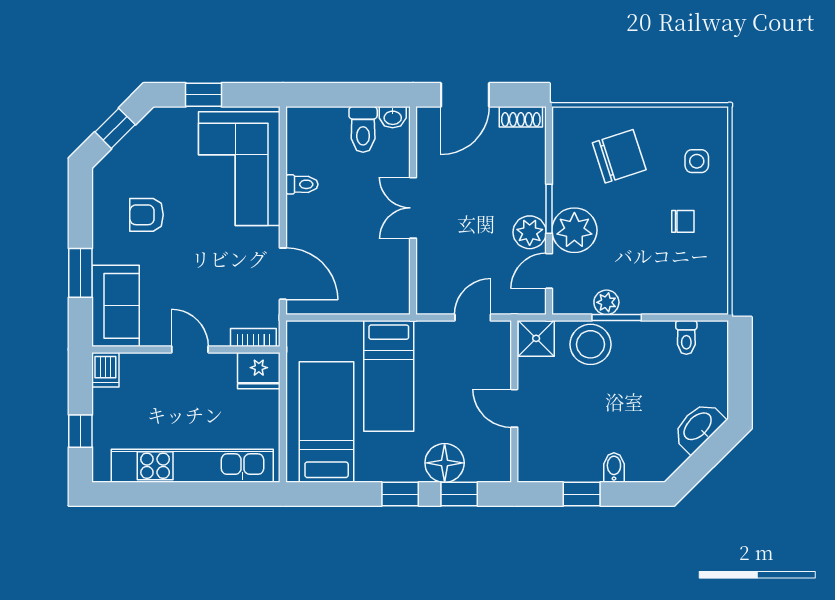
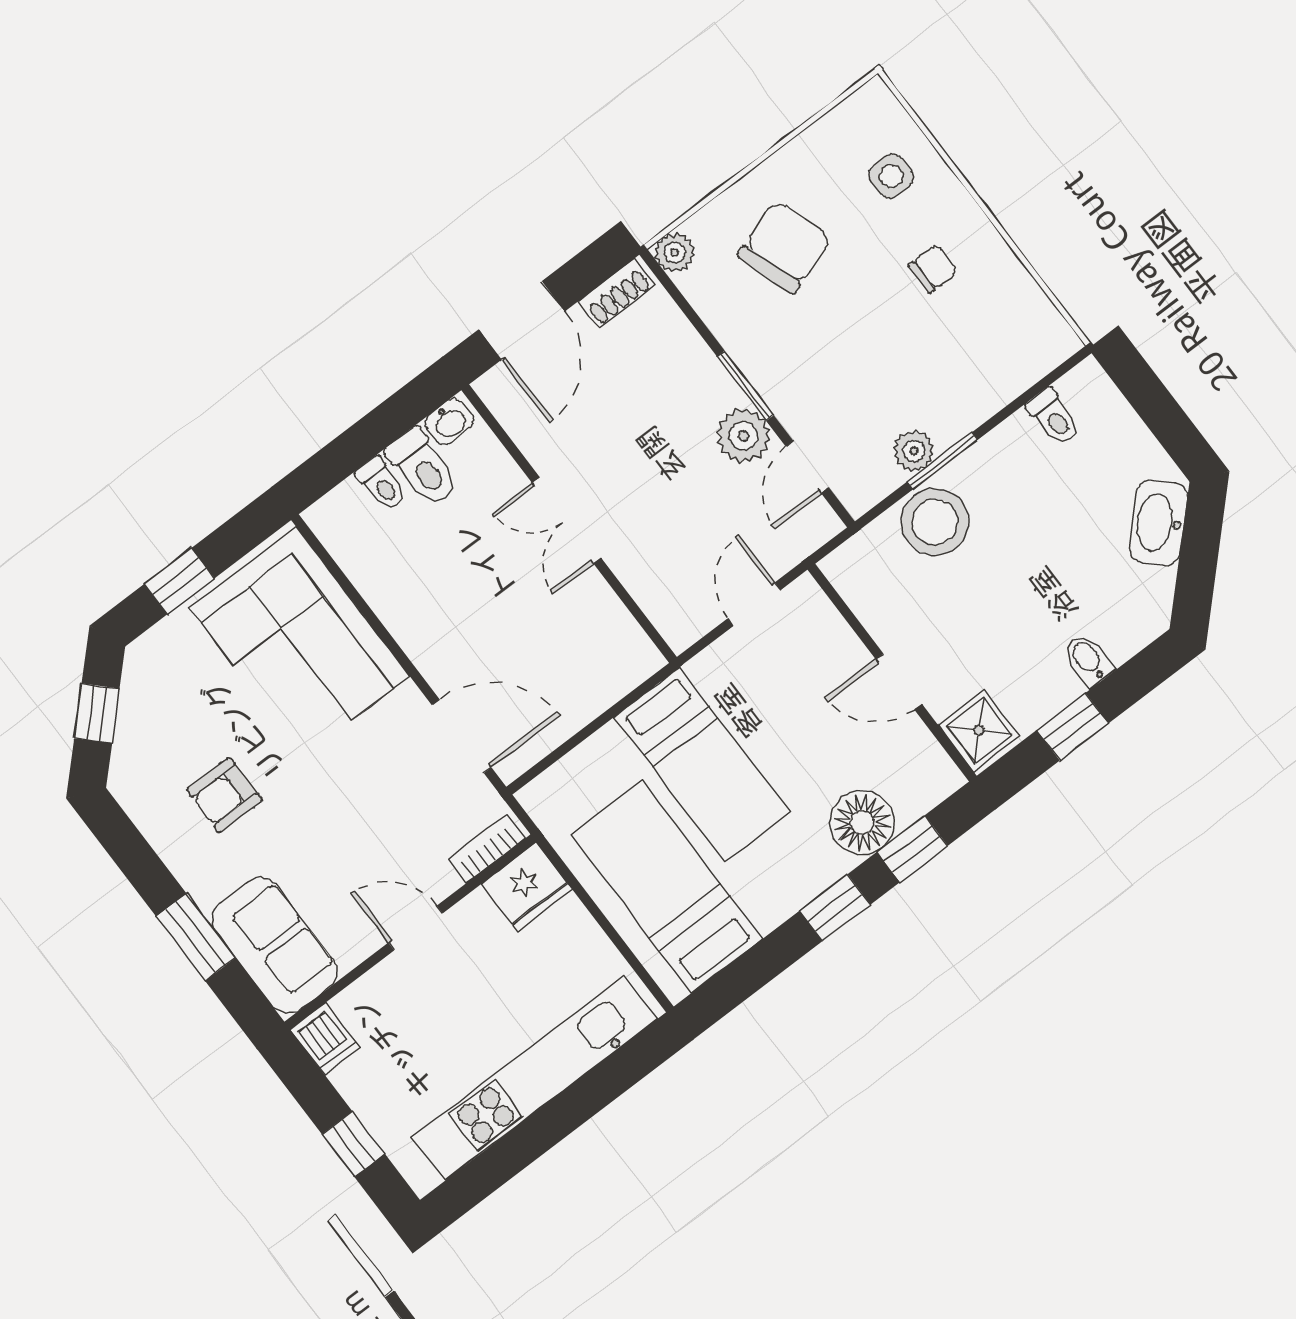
toilet: (302, 184) -> (381, 484), moved, turned 90
plant: (574, 230) -> (675, 253), moved, width x0.53, depth x0.53
shower: (536, 338) -> (979, 730), moved

